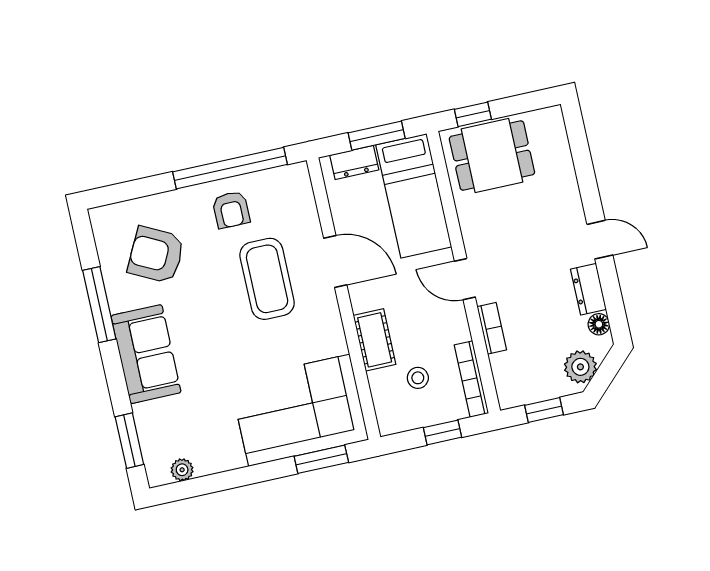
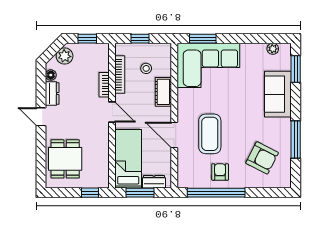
dining table: (492, 156) -> (65, 159), moved, turned 90
sofa: (146, 354) -> (278, 94), moved
bookcase: (471, 379) -> (120, 74), moved

